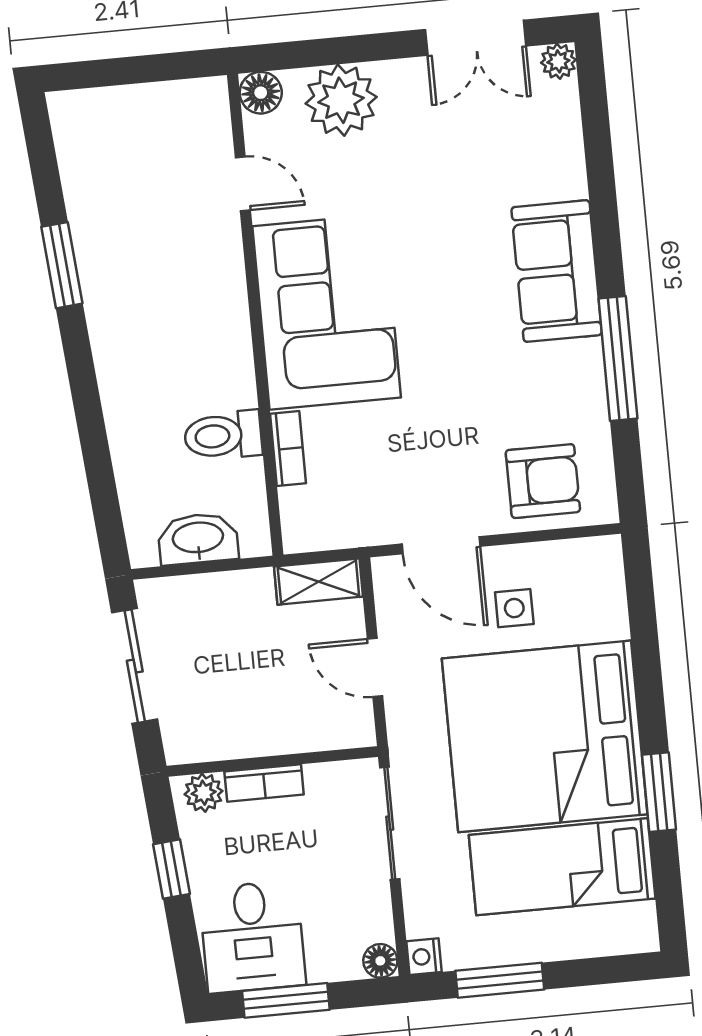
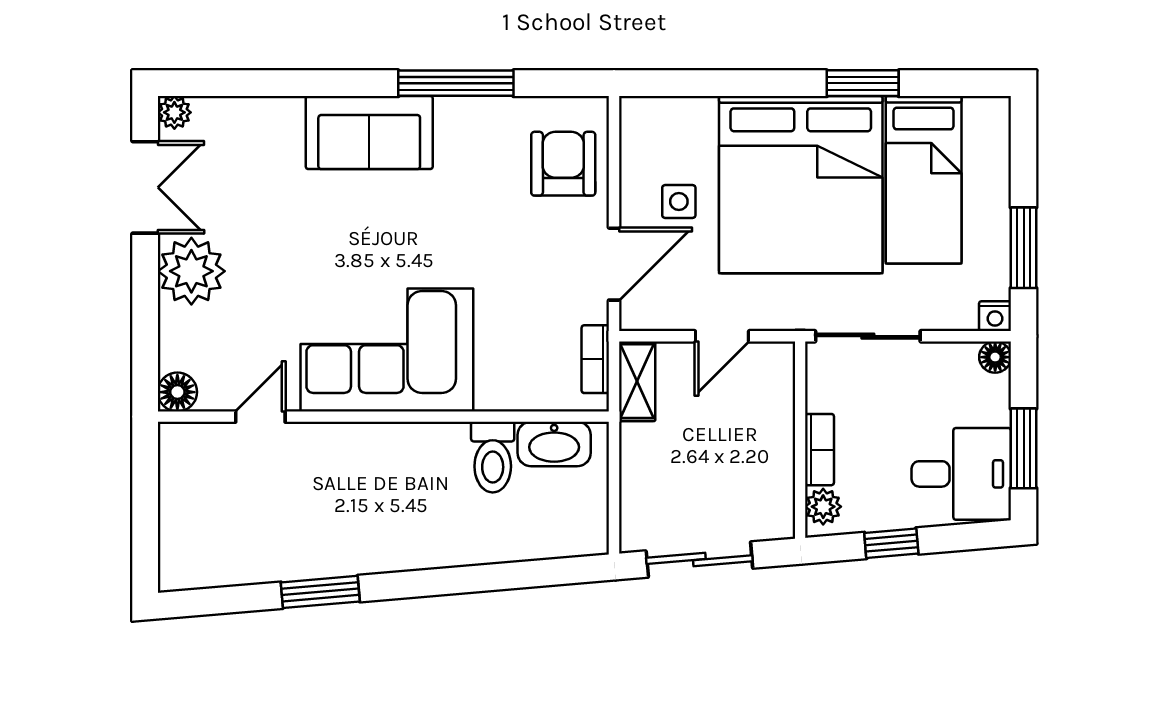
plant: (341, 100) -> (191, 271), moved
bookcase: (288, 448) -> (595, 359), moved, turned -90
washbasin: (198, 539) -> (554, 444), moved, turned -90

